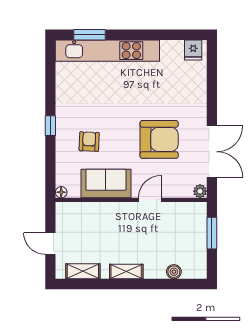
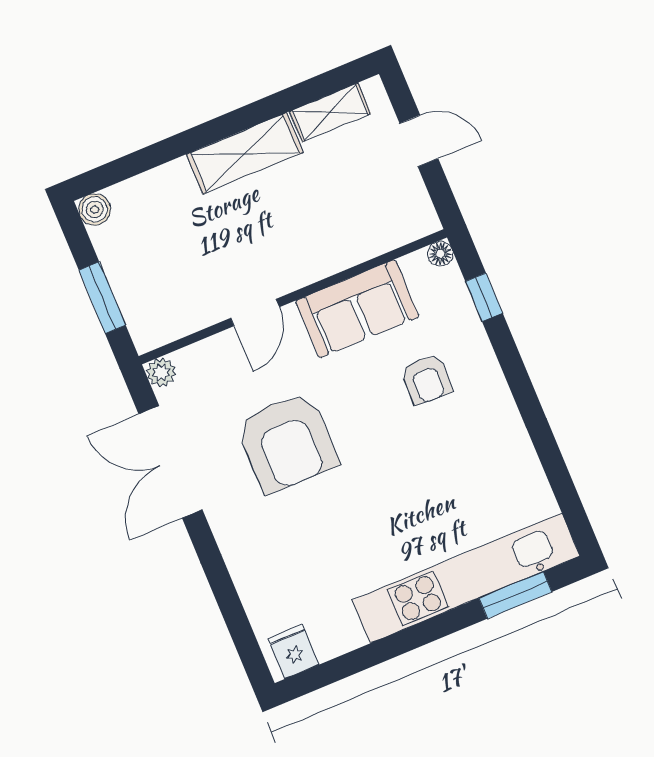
window: (50, 126) -> (484, 297), moved
armchair: (159, 139) -> (287, 442), turned -90
shelving: (126, 271) -> (245, 153), width x1.50, depth x1.33
boiler: (174, 272) -> (95, 209), moved

